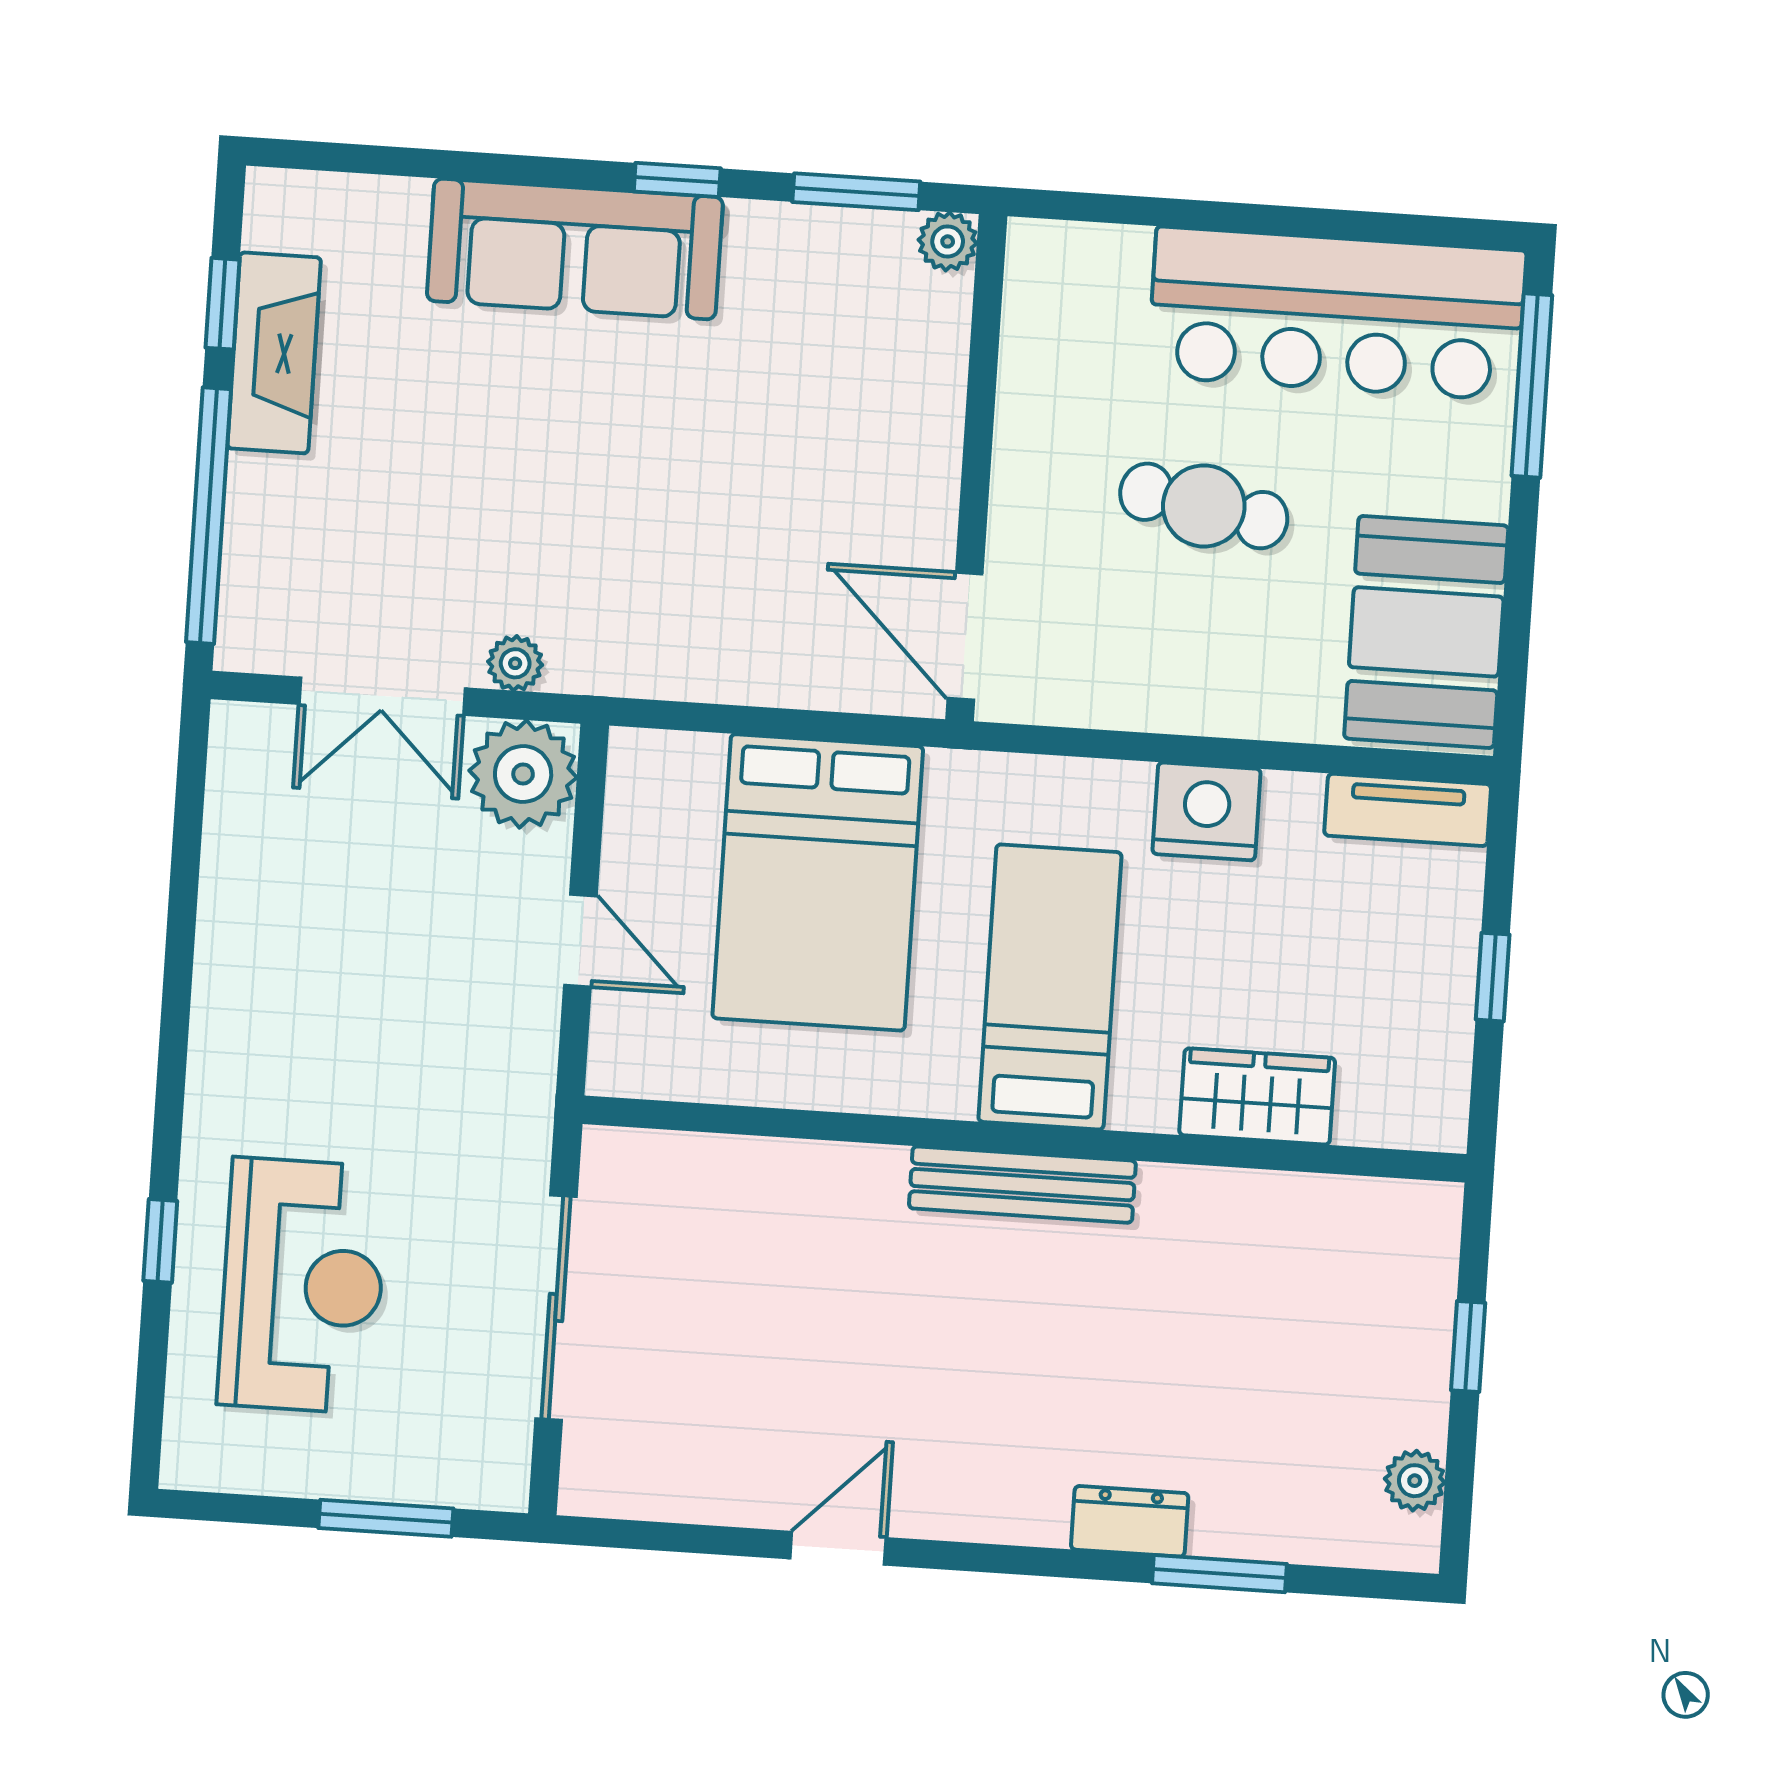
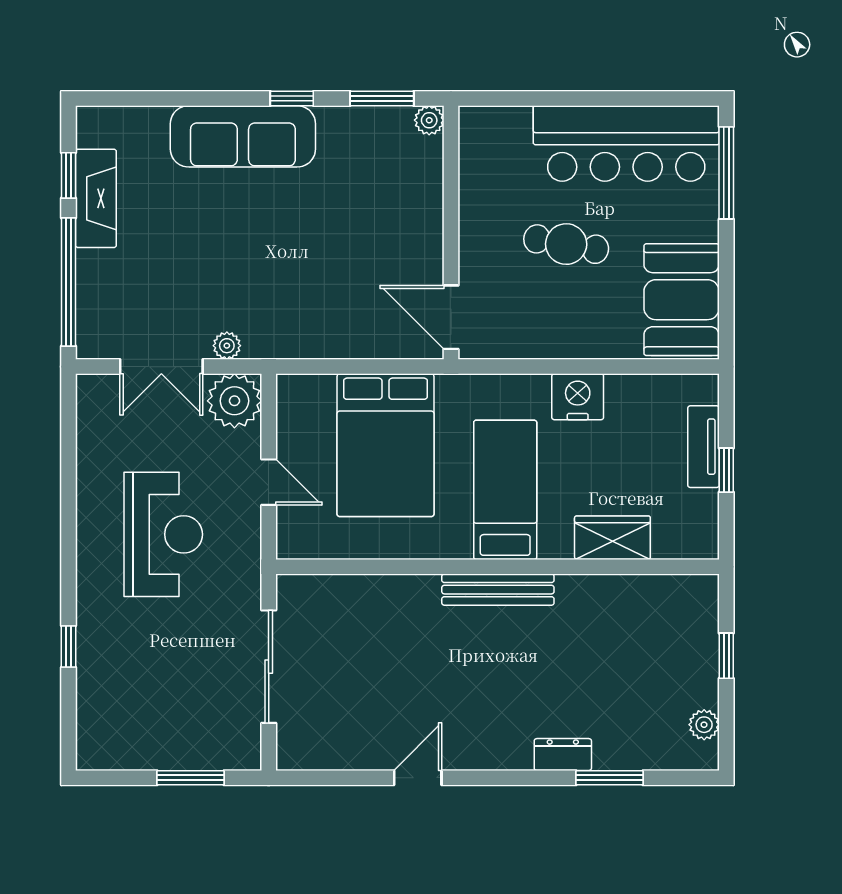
tv unit: (1408, 810) -> (704, 447), moved, turned 90
reception desk: (303, 1286) -> (163, 534), moved

